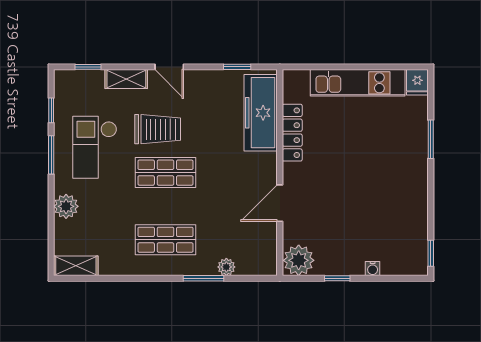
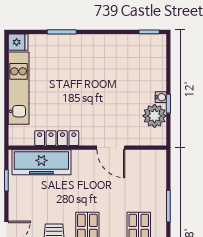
plant: (299, 260) -> (155, 116), moved
plant: (226, 267) -> (160, 189), removed
water cooler: (373, 269) -> (161, 97), moved

